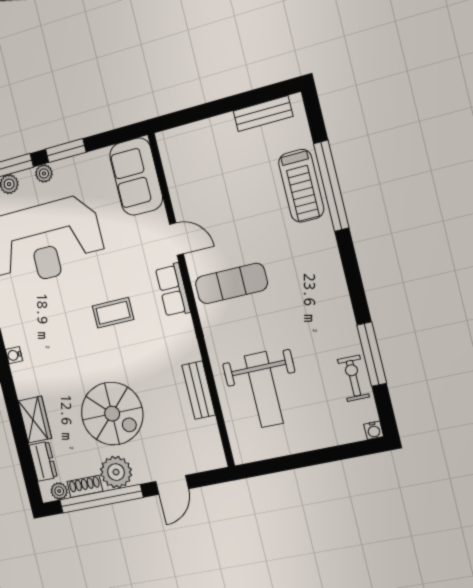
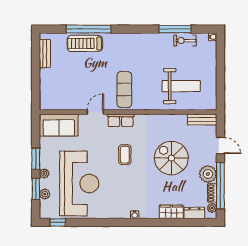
treadmill: (301, 186) -> (85, 43), turned 180
bench: (199, 390) -> (202, 119), moved
spiral stairs: (112, 414) -> (171, 158), moved, turned -90

